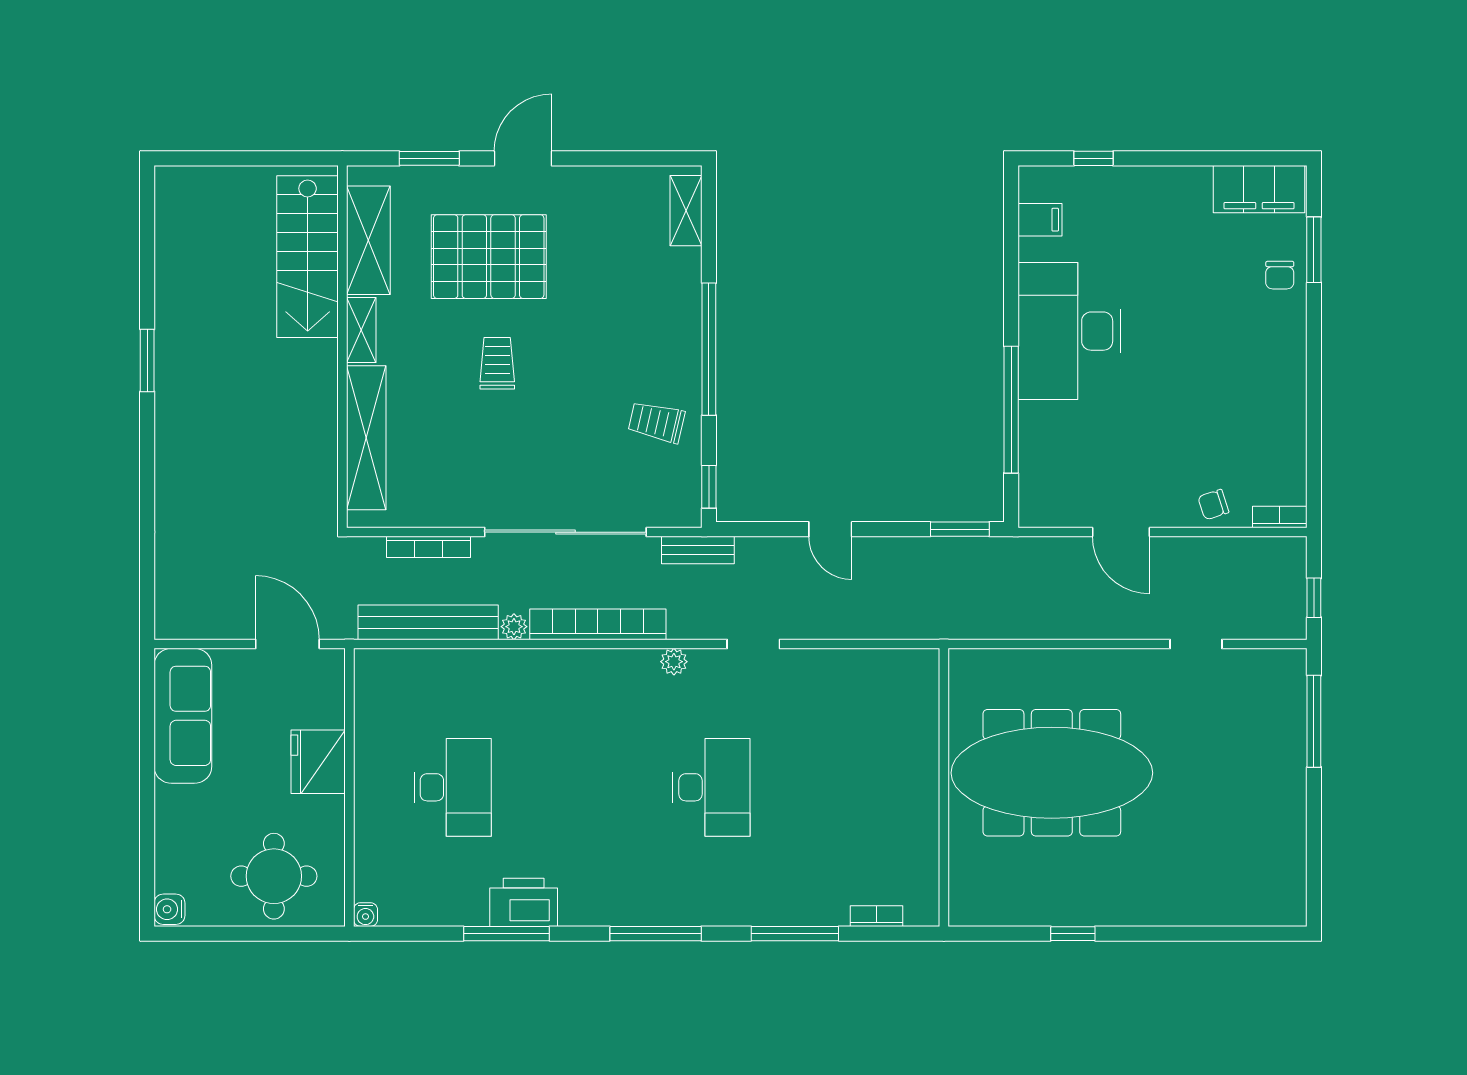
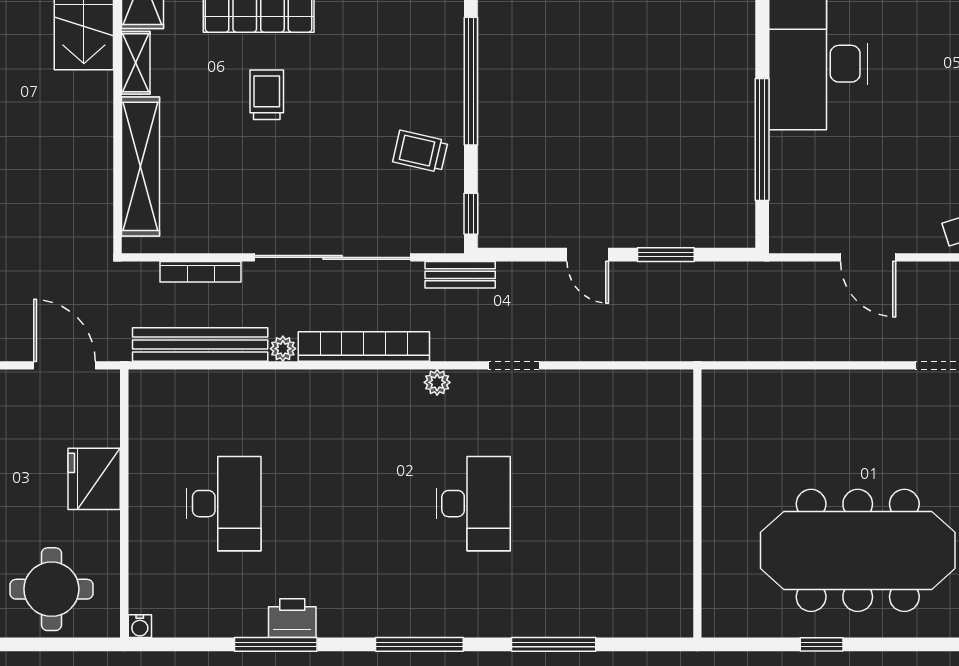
window: (960, 529) -> (666, 255), moved
meeting table: (1052, 773) -> (858, 550), moved
printer: (524, 902) -> (292, 618), width x0.73, depth x0.84
bookcase: (876, 916) -> (632, 628), removed

